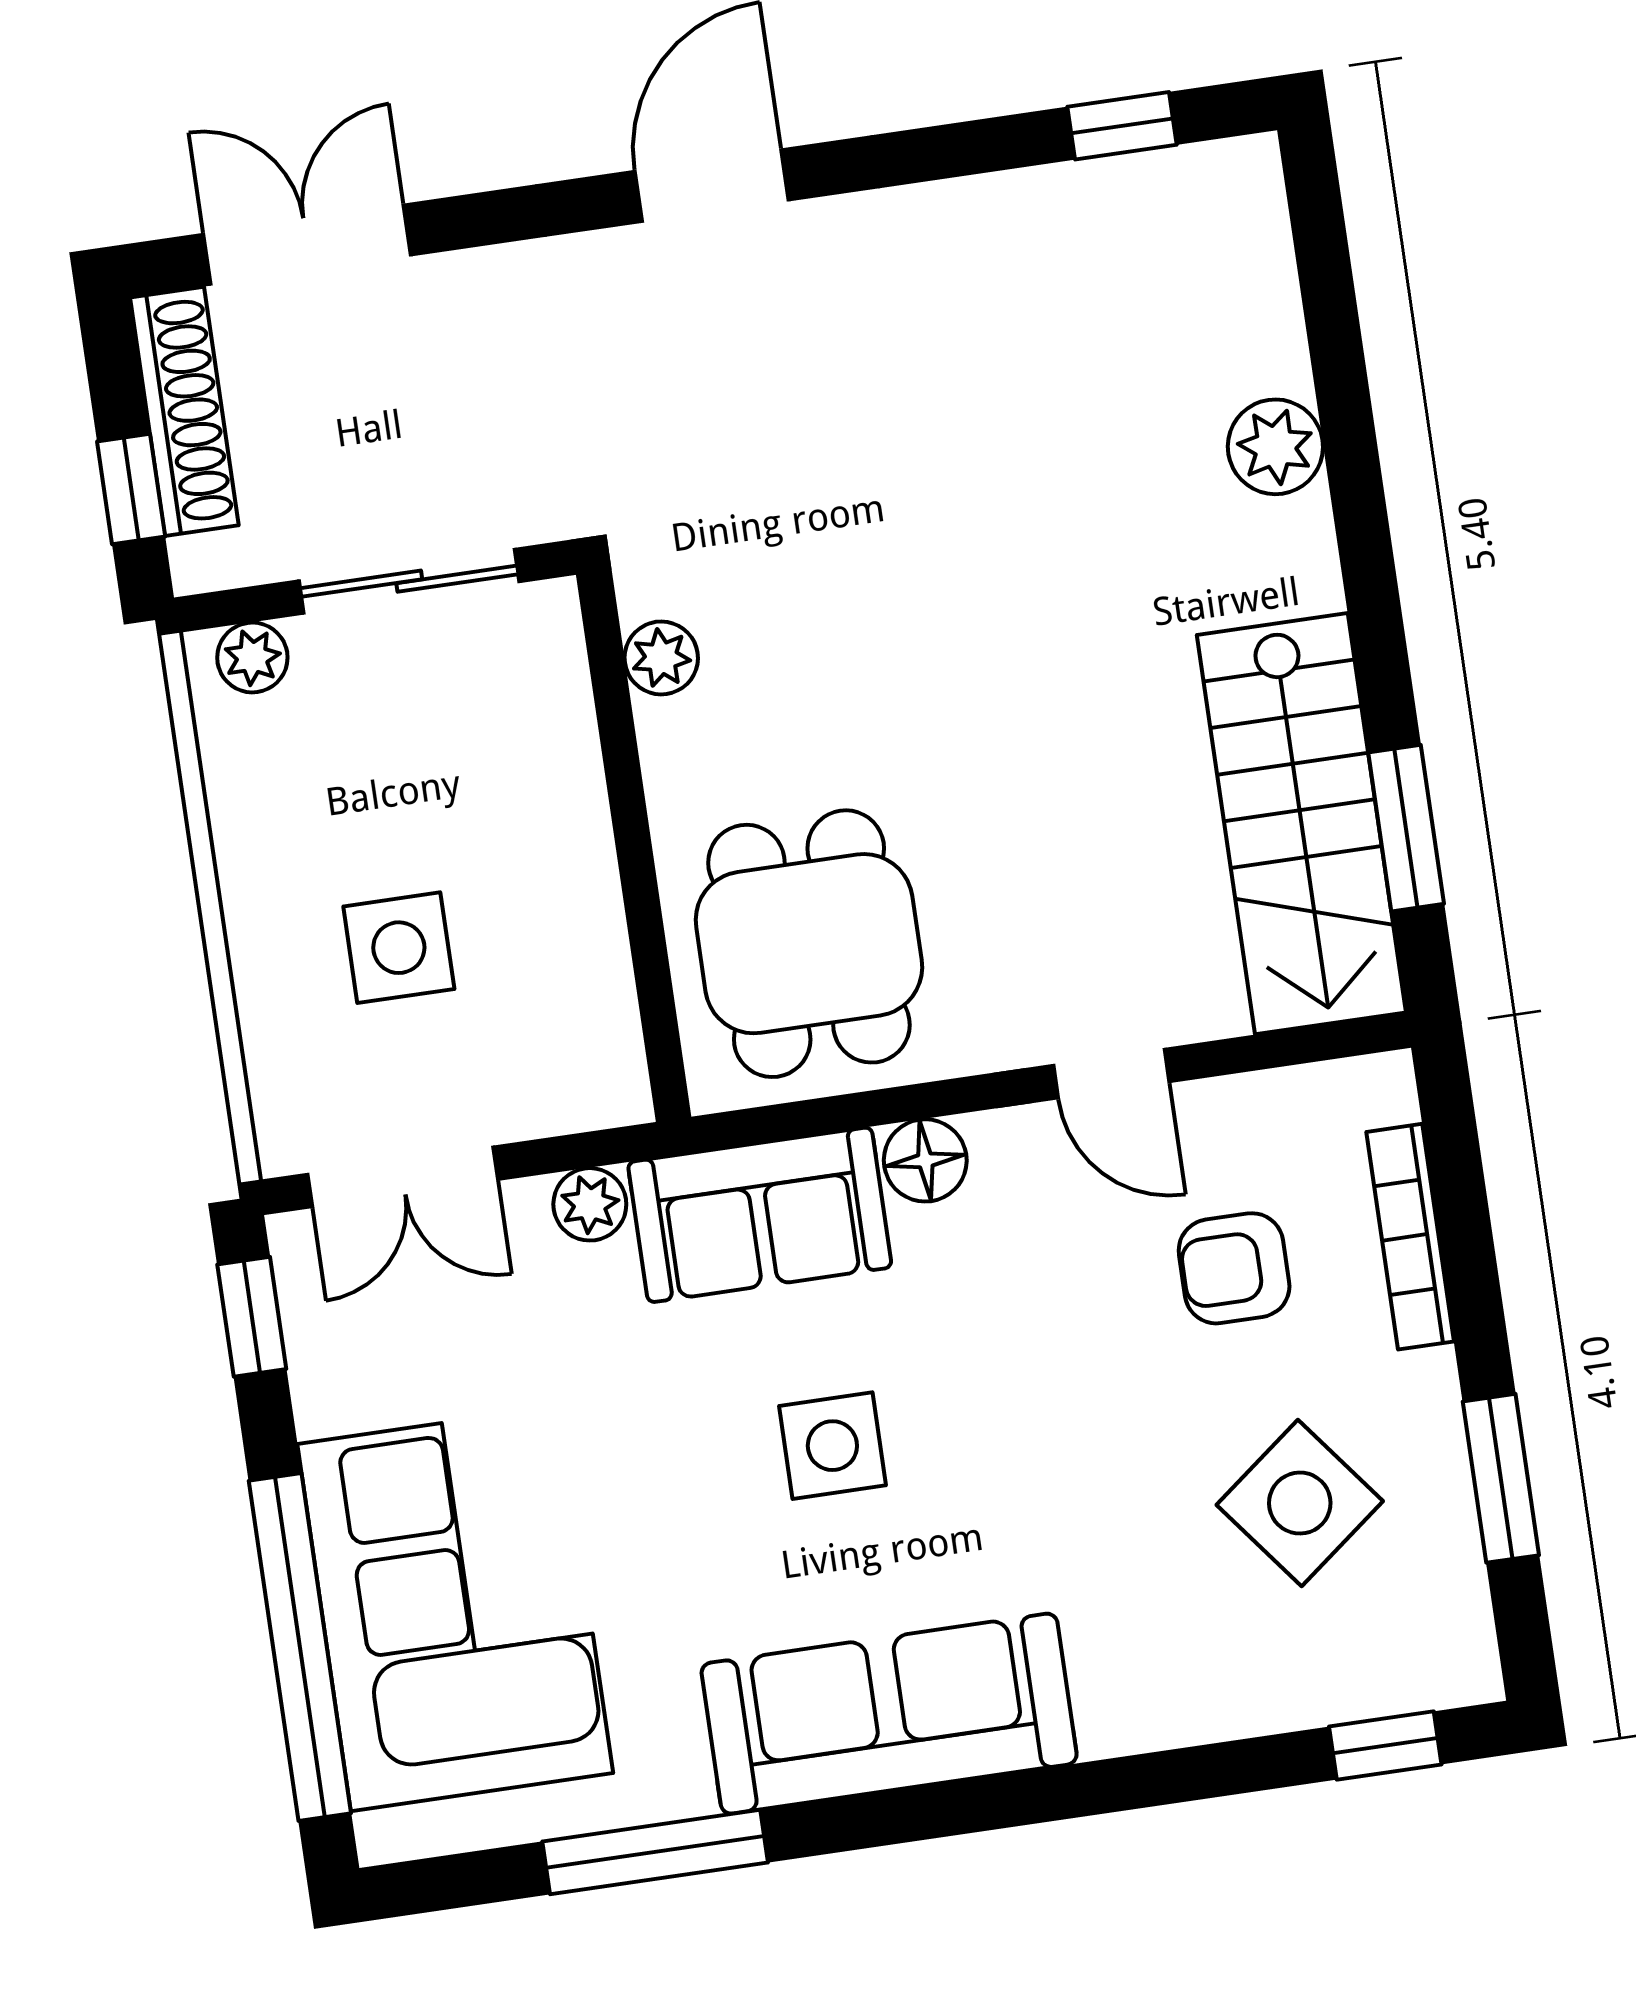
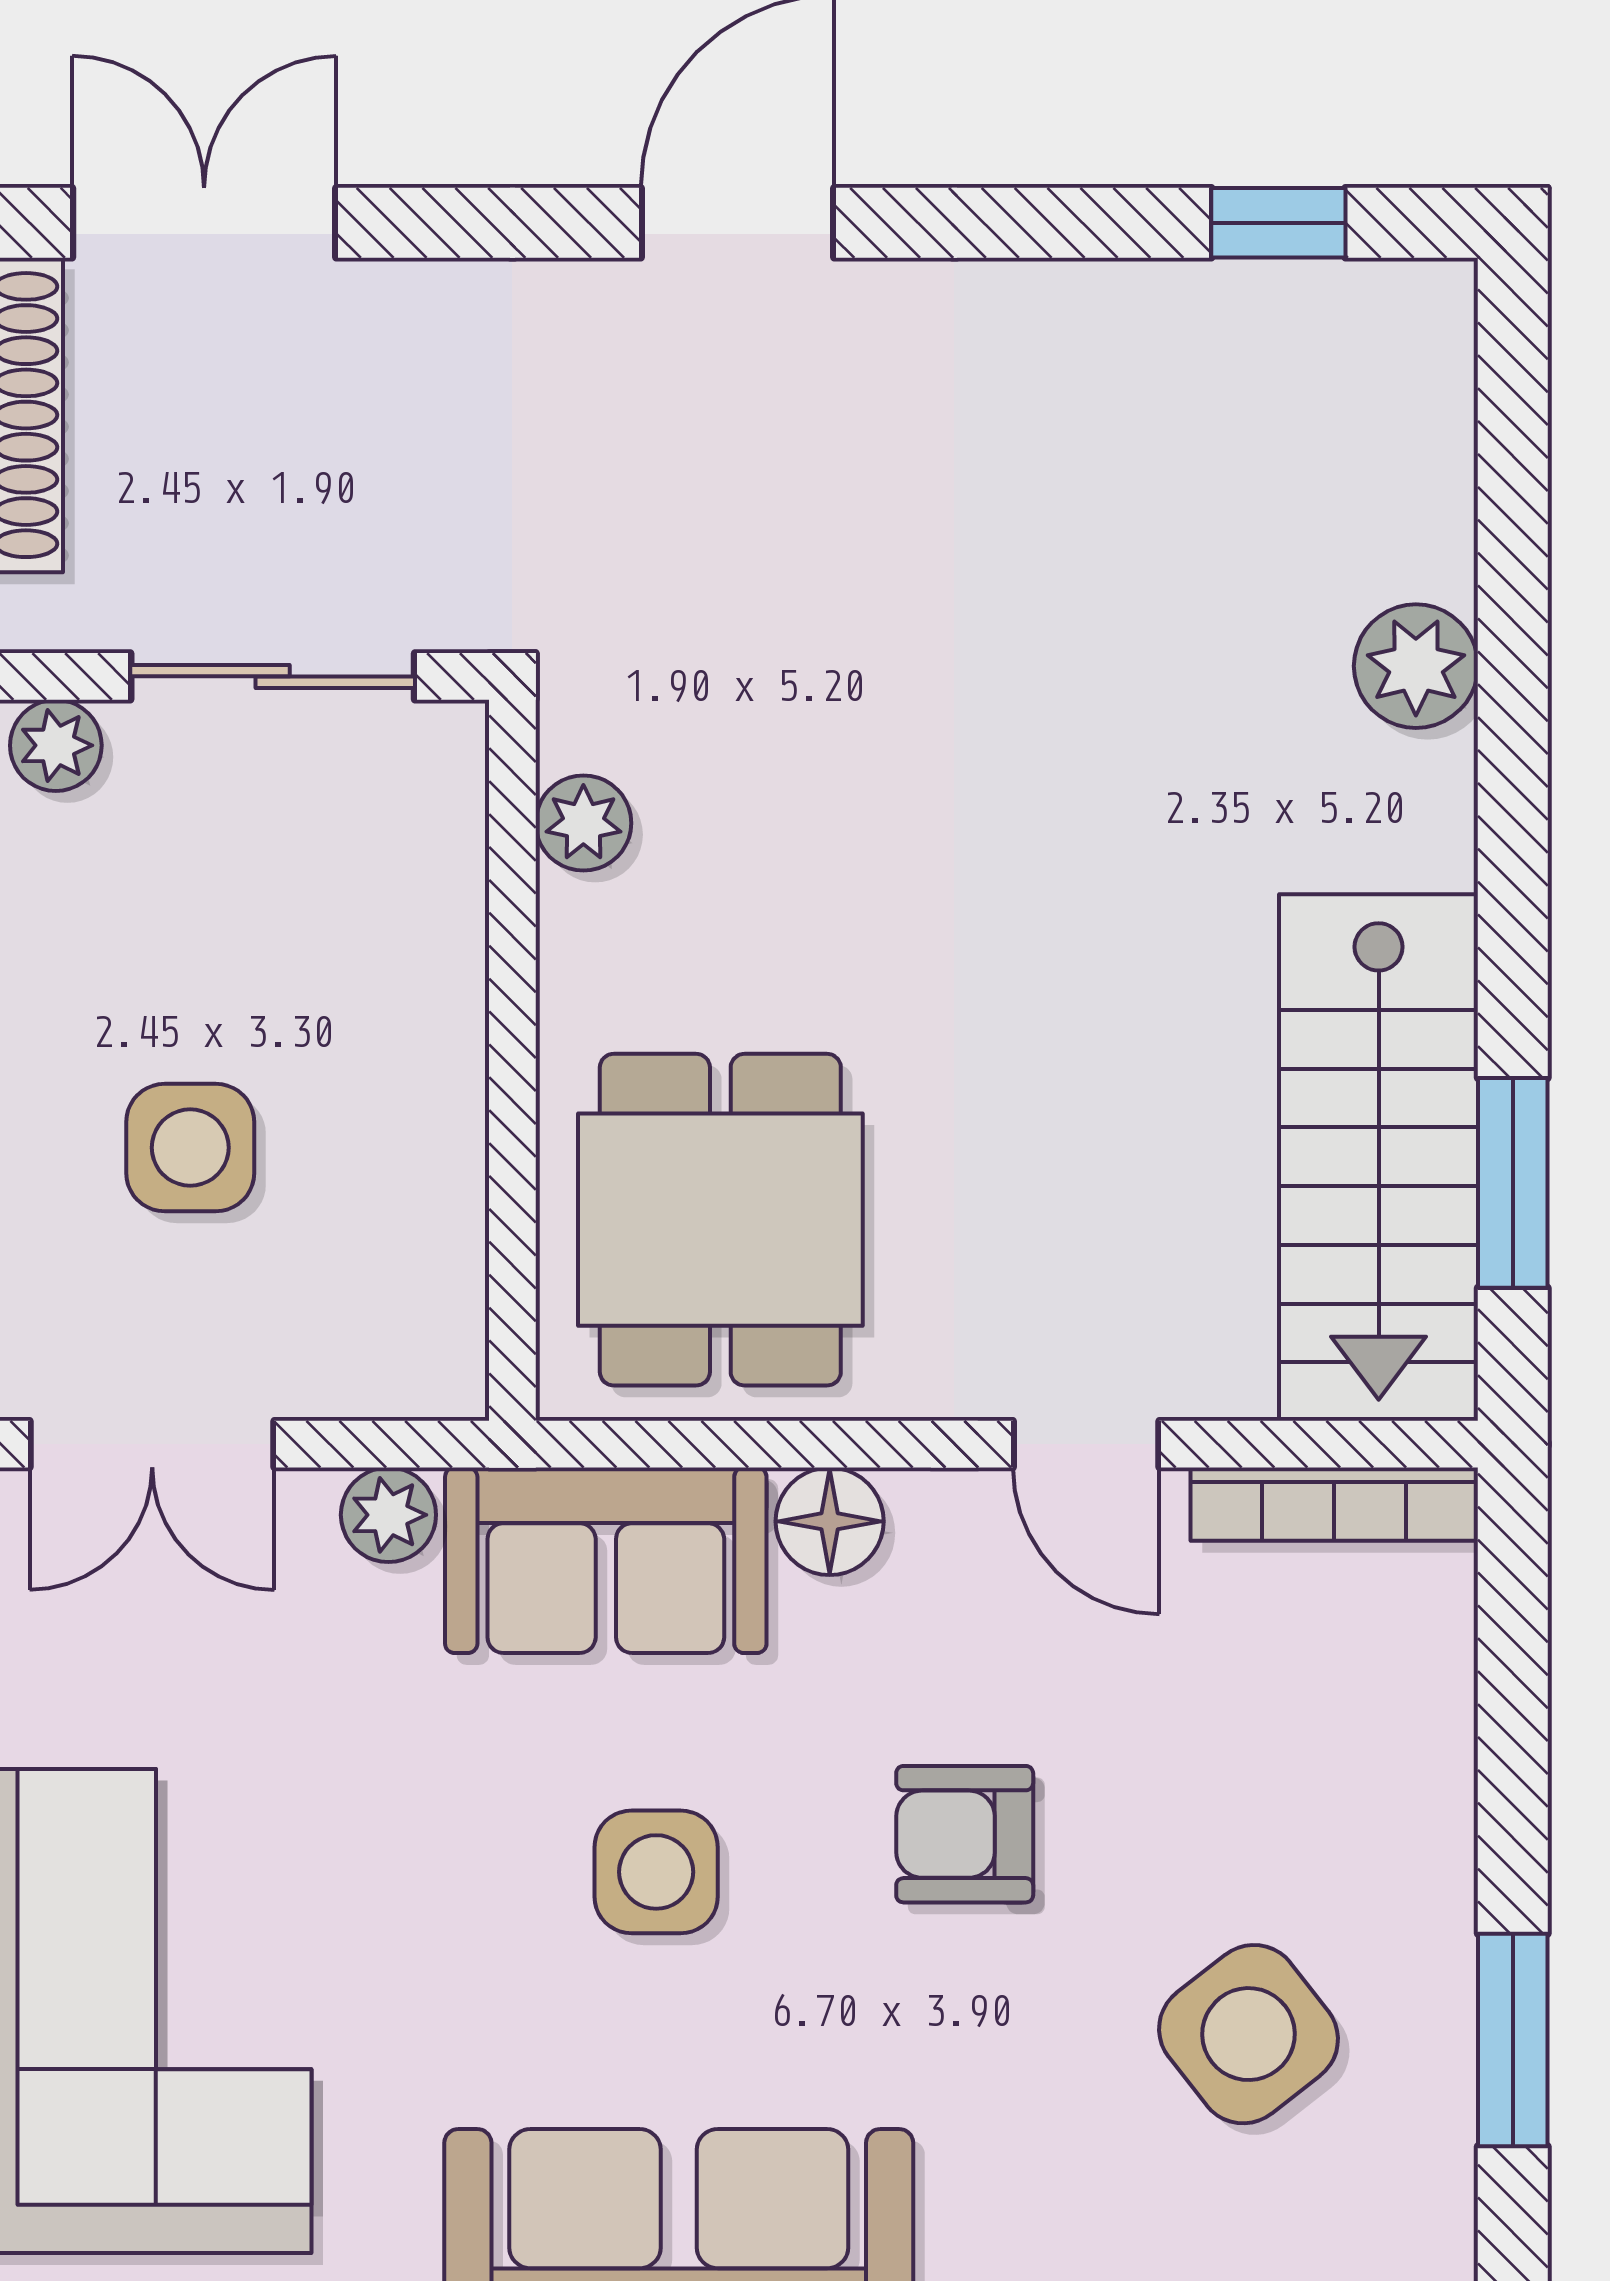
bookcase: (1410, 1237) -> (1334, 1504), moved, turned -90
armchair: (1234, 1268) -> (965, 1834), moved

